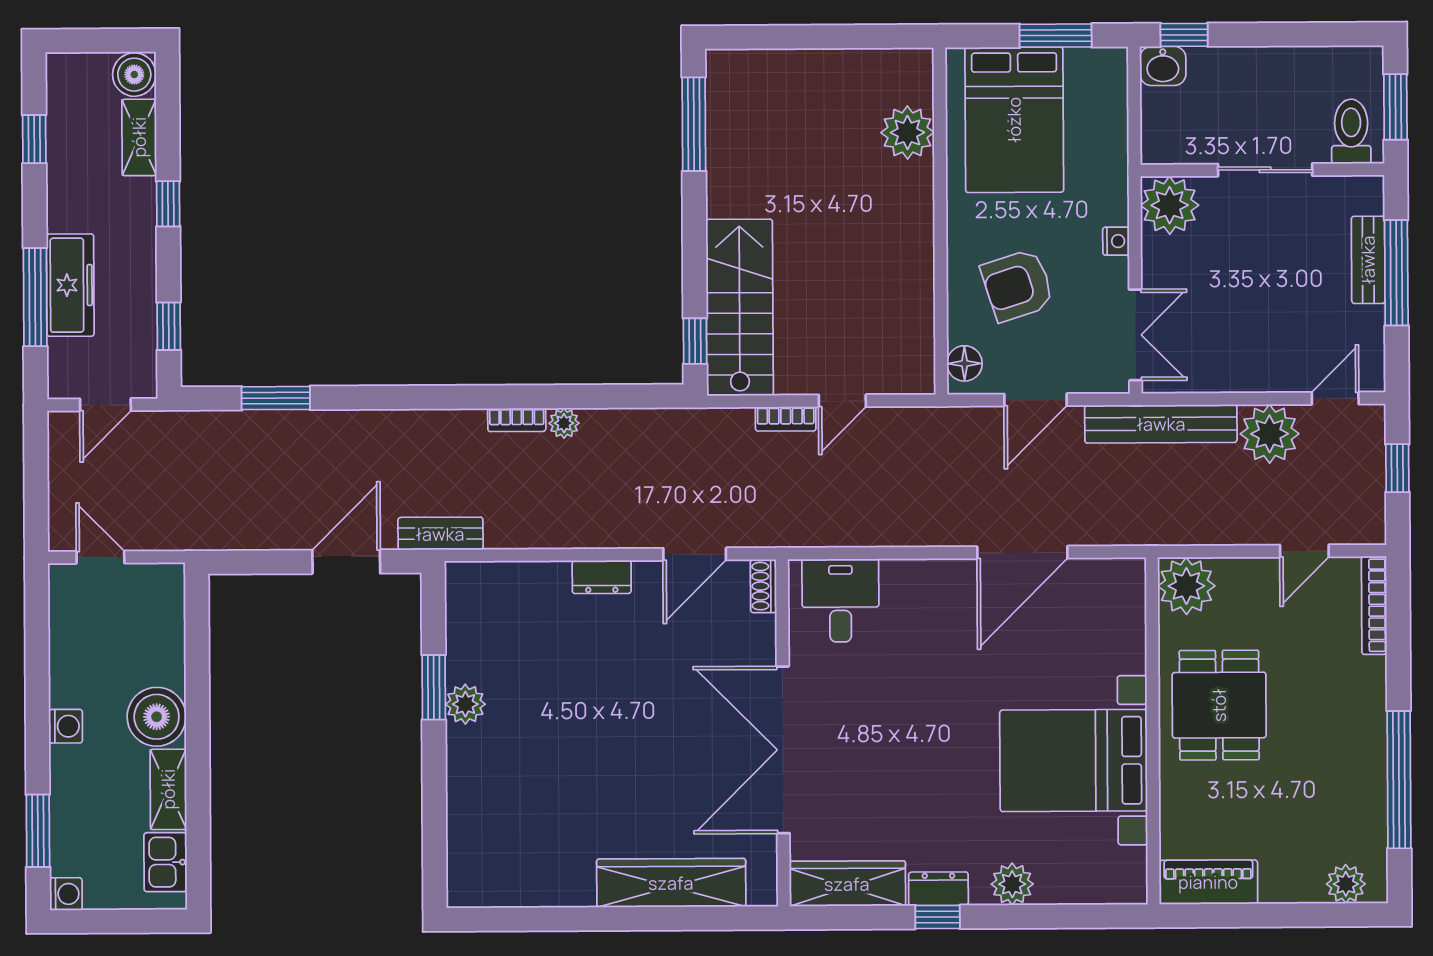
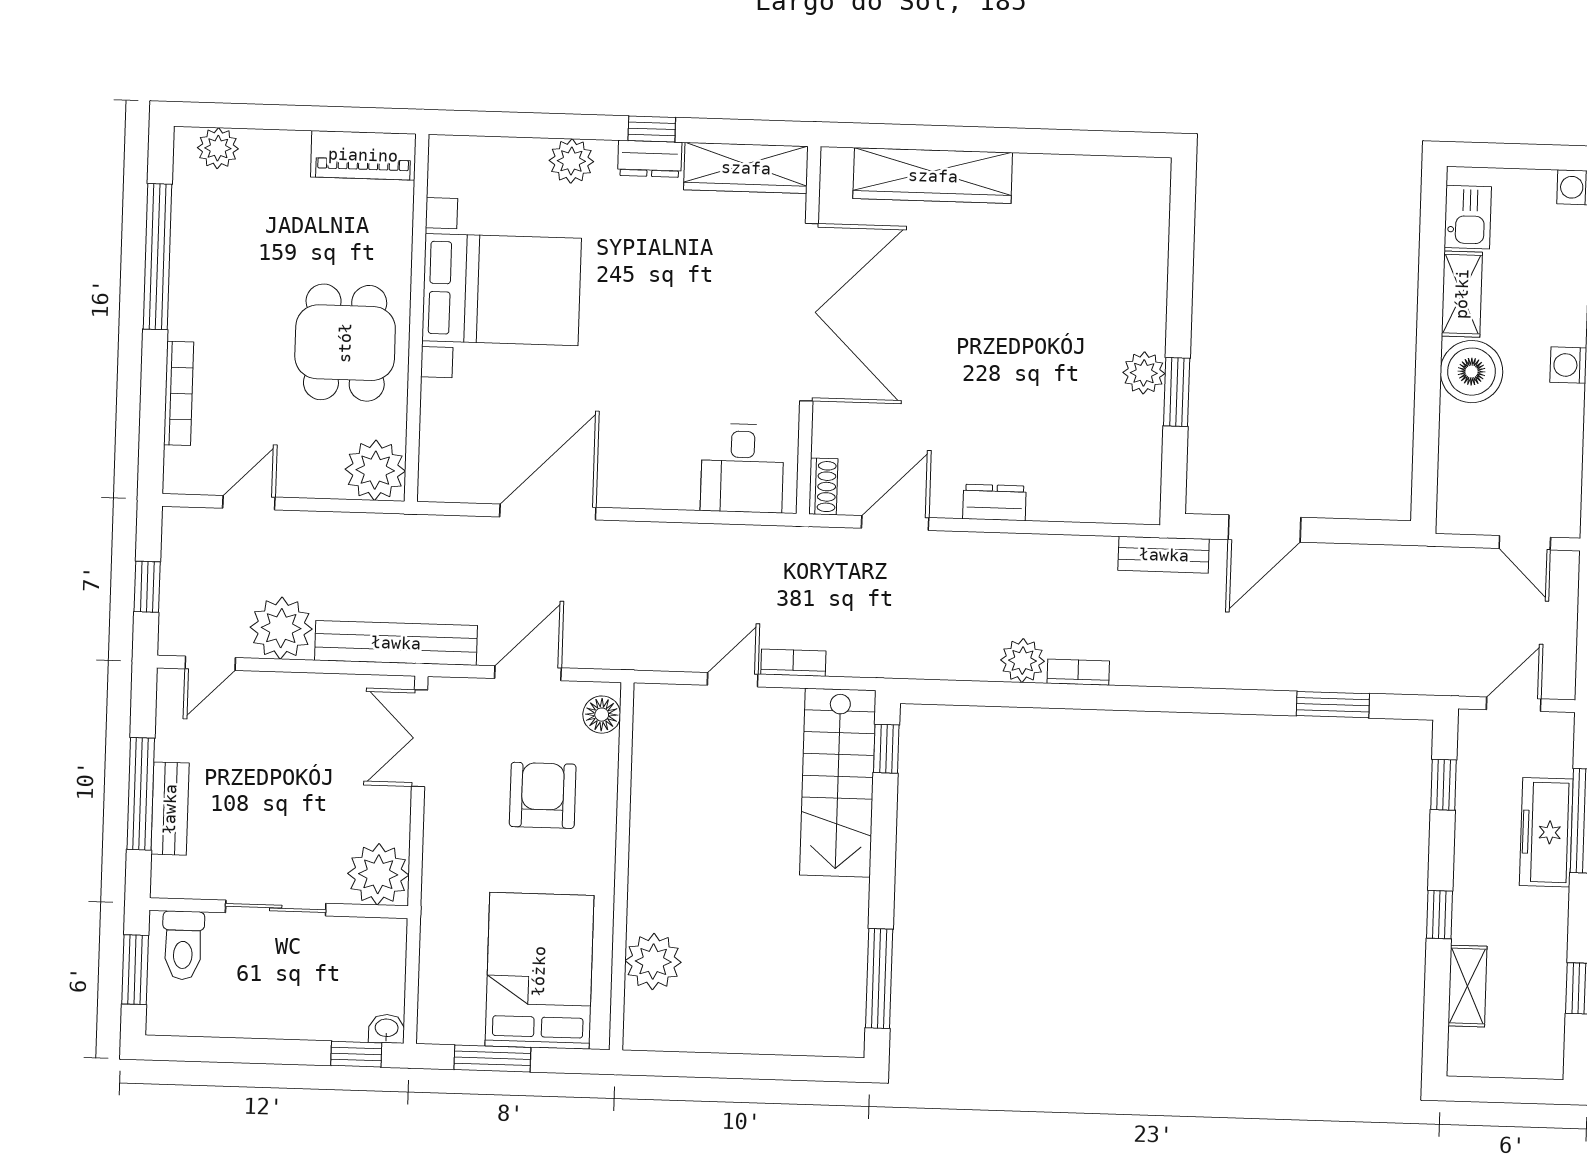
washbasin: (1163, 66) -> (387, 1029), width x0.72, depth x0.69
boiler: (134, 75) -> (1470, 1053), removed
nightstand: (1116, 241) -> (436, 838), removed
armchair: (1017, 285) -> (543, 795), turned -72
plant: (564, 423) -> (1023, 661), width x1.38, depth x1.38
bookcase: (1374, 605) -> (179, 393), moved

